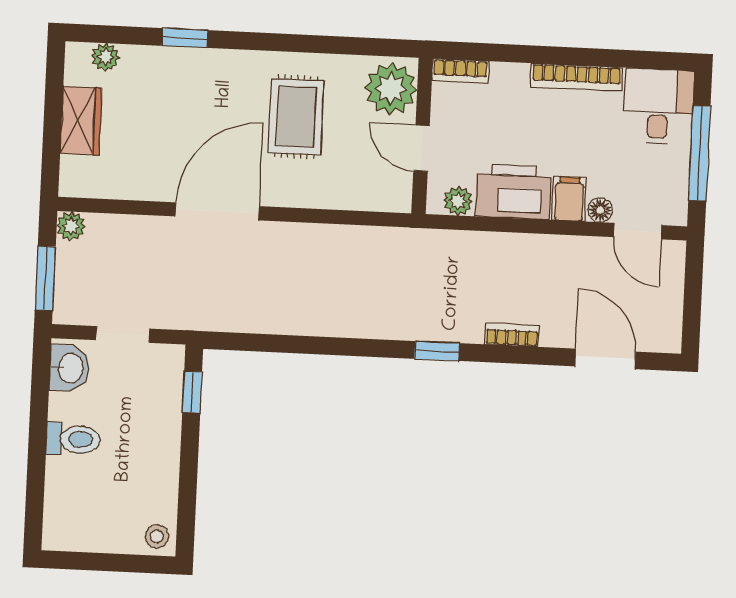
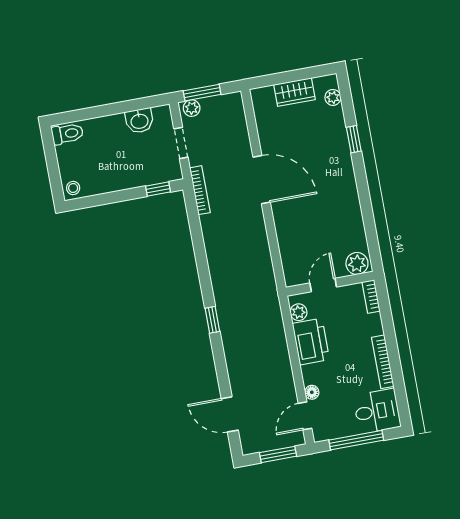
plant: (391, 89) -> (357, 263), width x0.73, depth x0.73
rug: (296, 117) -> (324, 211), removed
filing cabinet: (569, 199) -> (314, 374), removed
plant: (71, 226) -> (192, 108), moved
window: (693, 293) -> (278, 454), added
bookcase: (512, 335) -> (200, 190), moved, width x1.56
door: (605, 359) -> (230, 414), swing flipped
washbasin: (70, 368) -> (139, 121), moved
toilet: (73, 439) -> (67, 134), moved, turned -90

